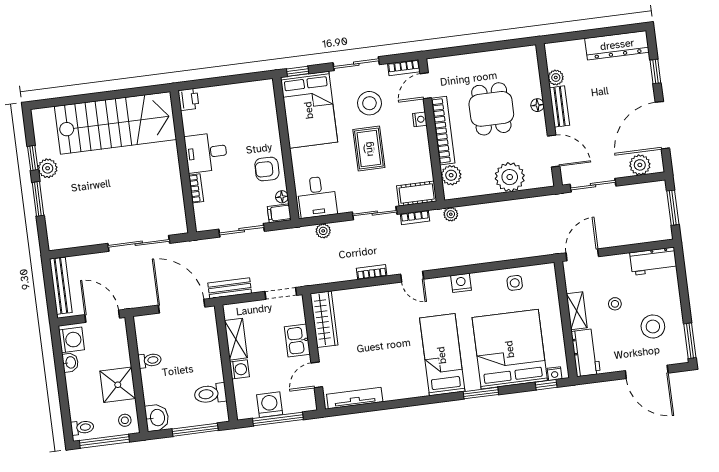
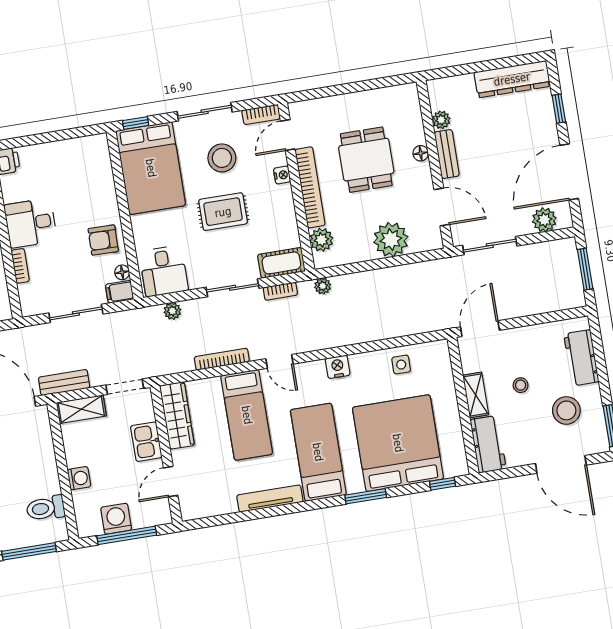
rug: (369, 149) -> (223, 212), turned 90
workbench: (653, 261) -> (581, 358), moved, turned 90
bookcase: (372, 272) -> (222, 359), width x1.56
bed: (383, 321) -> (247, 415), added
shelving: (236, 339) -> (81, 409), moved, turned 90
nightstand: (555, 374) -> (452, 470), removed
tv unit: (355, 398) -> (270, 499), moved

